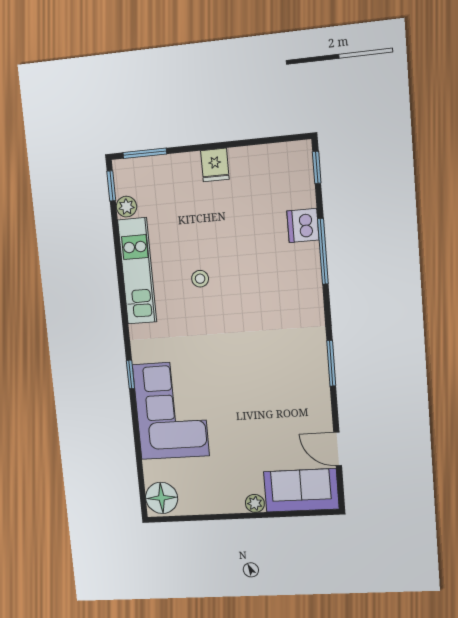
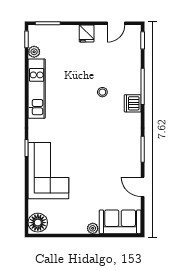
door: (266, 141) -> (116, 23), added
dishwasher: (303, 225) -> (133, 103), moved
stool: (200, 279) -> (102, 92), moved
door: (338, 449) -> (143, 187), moved

